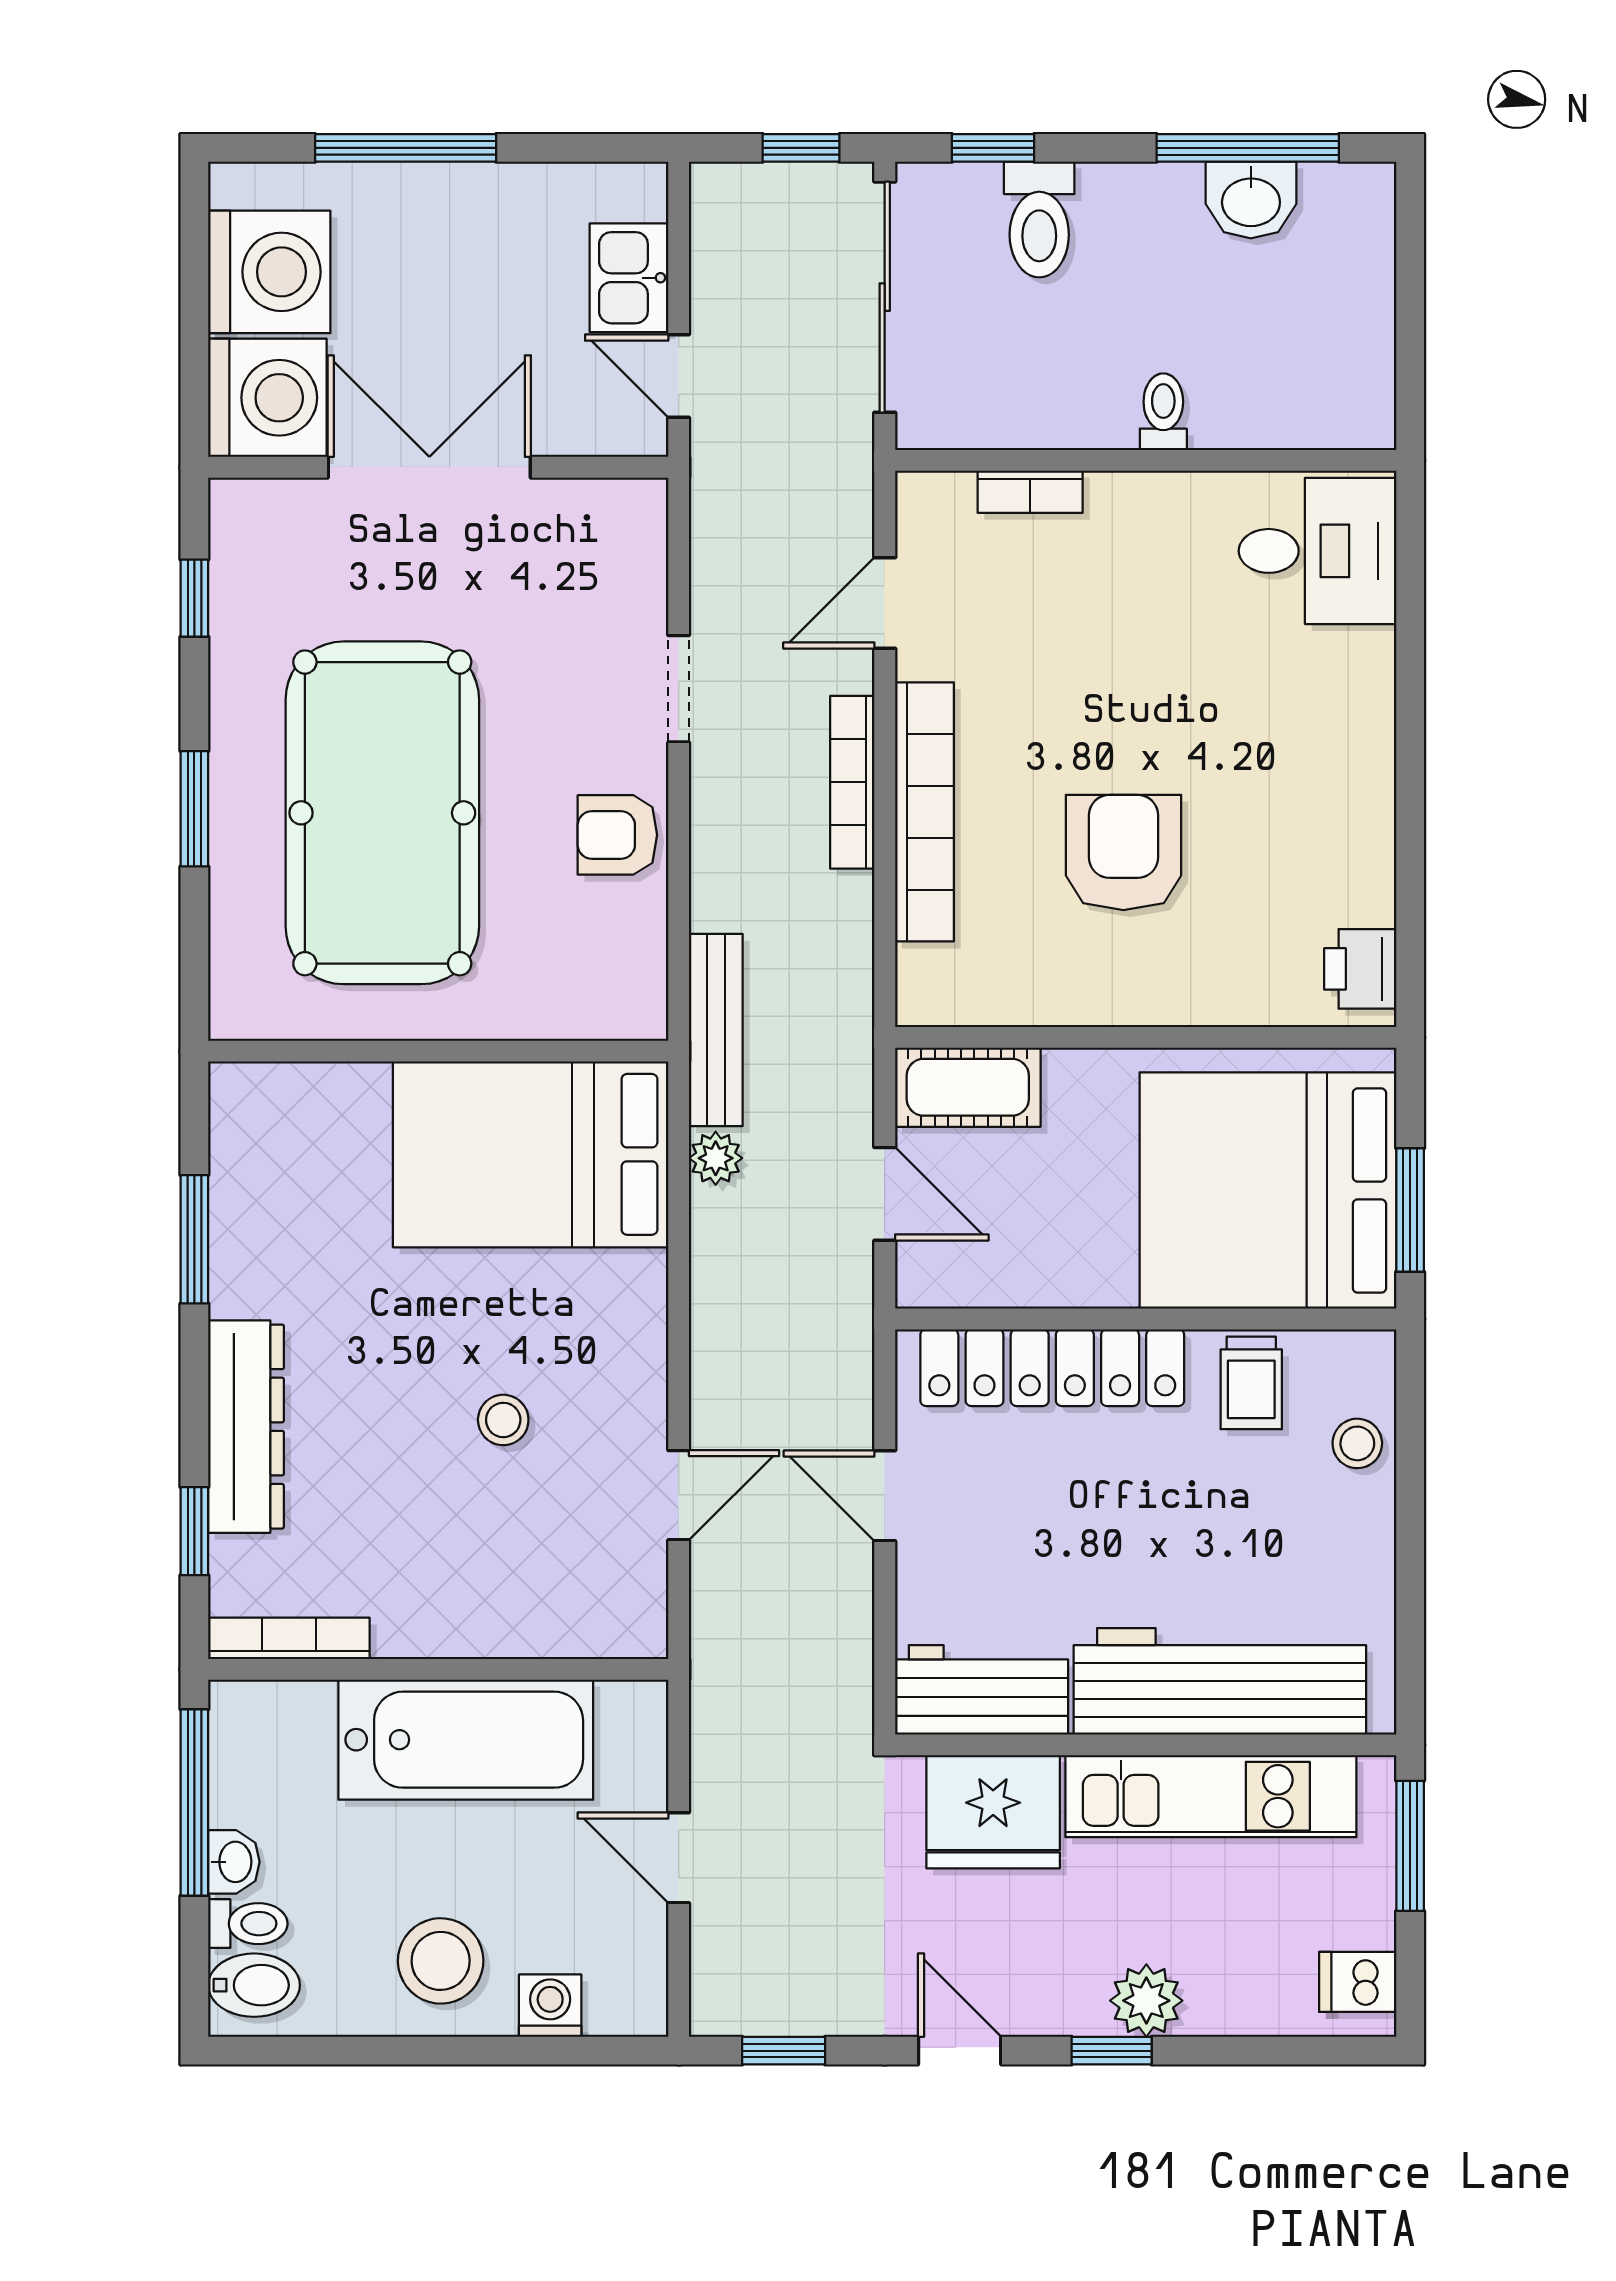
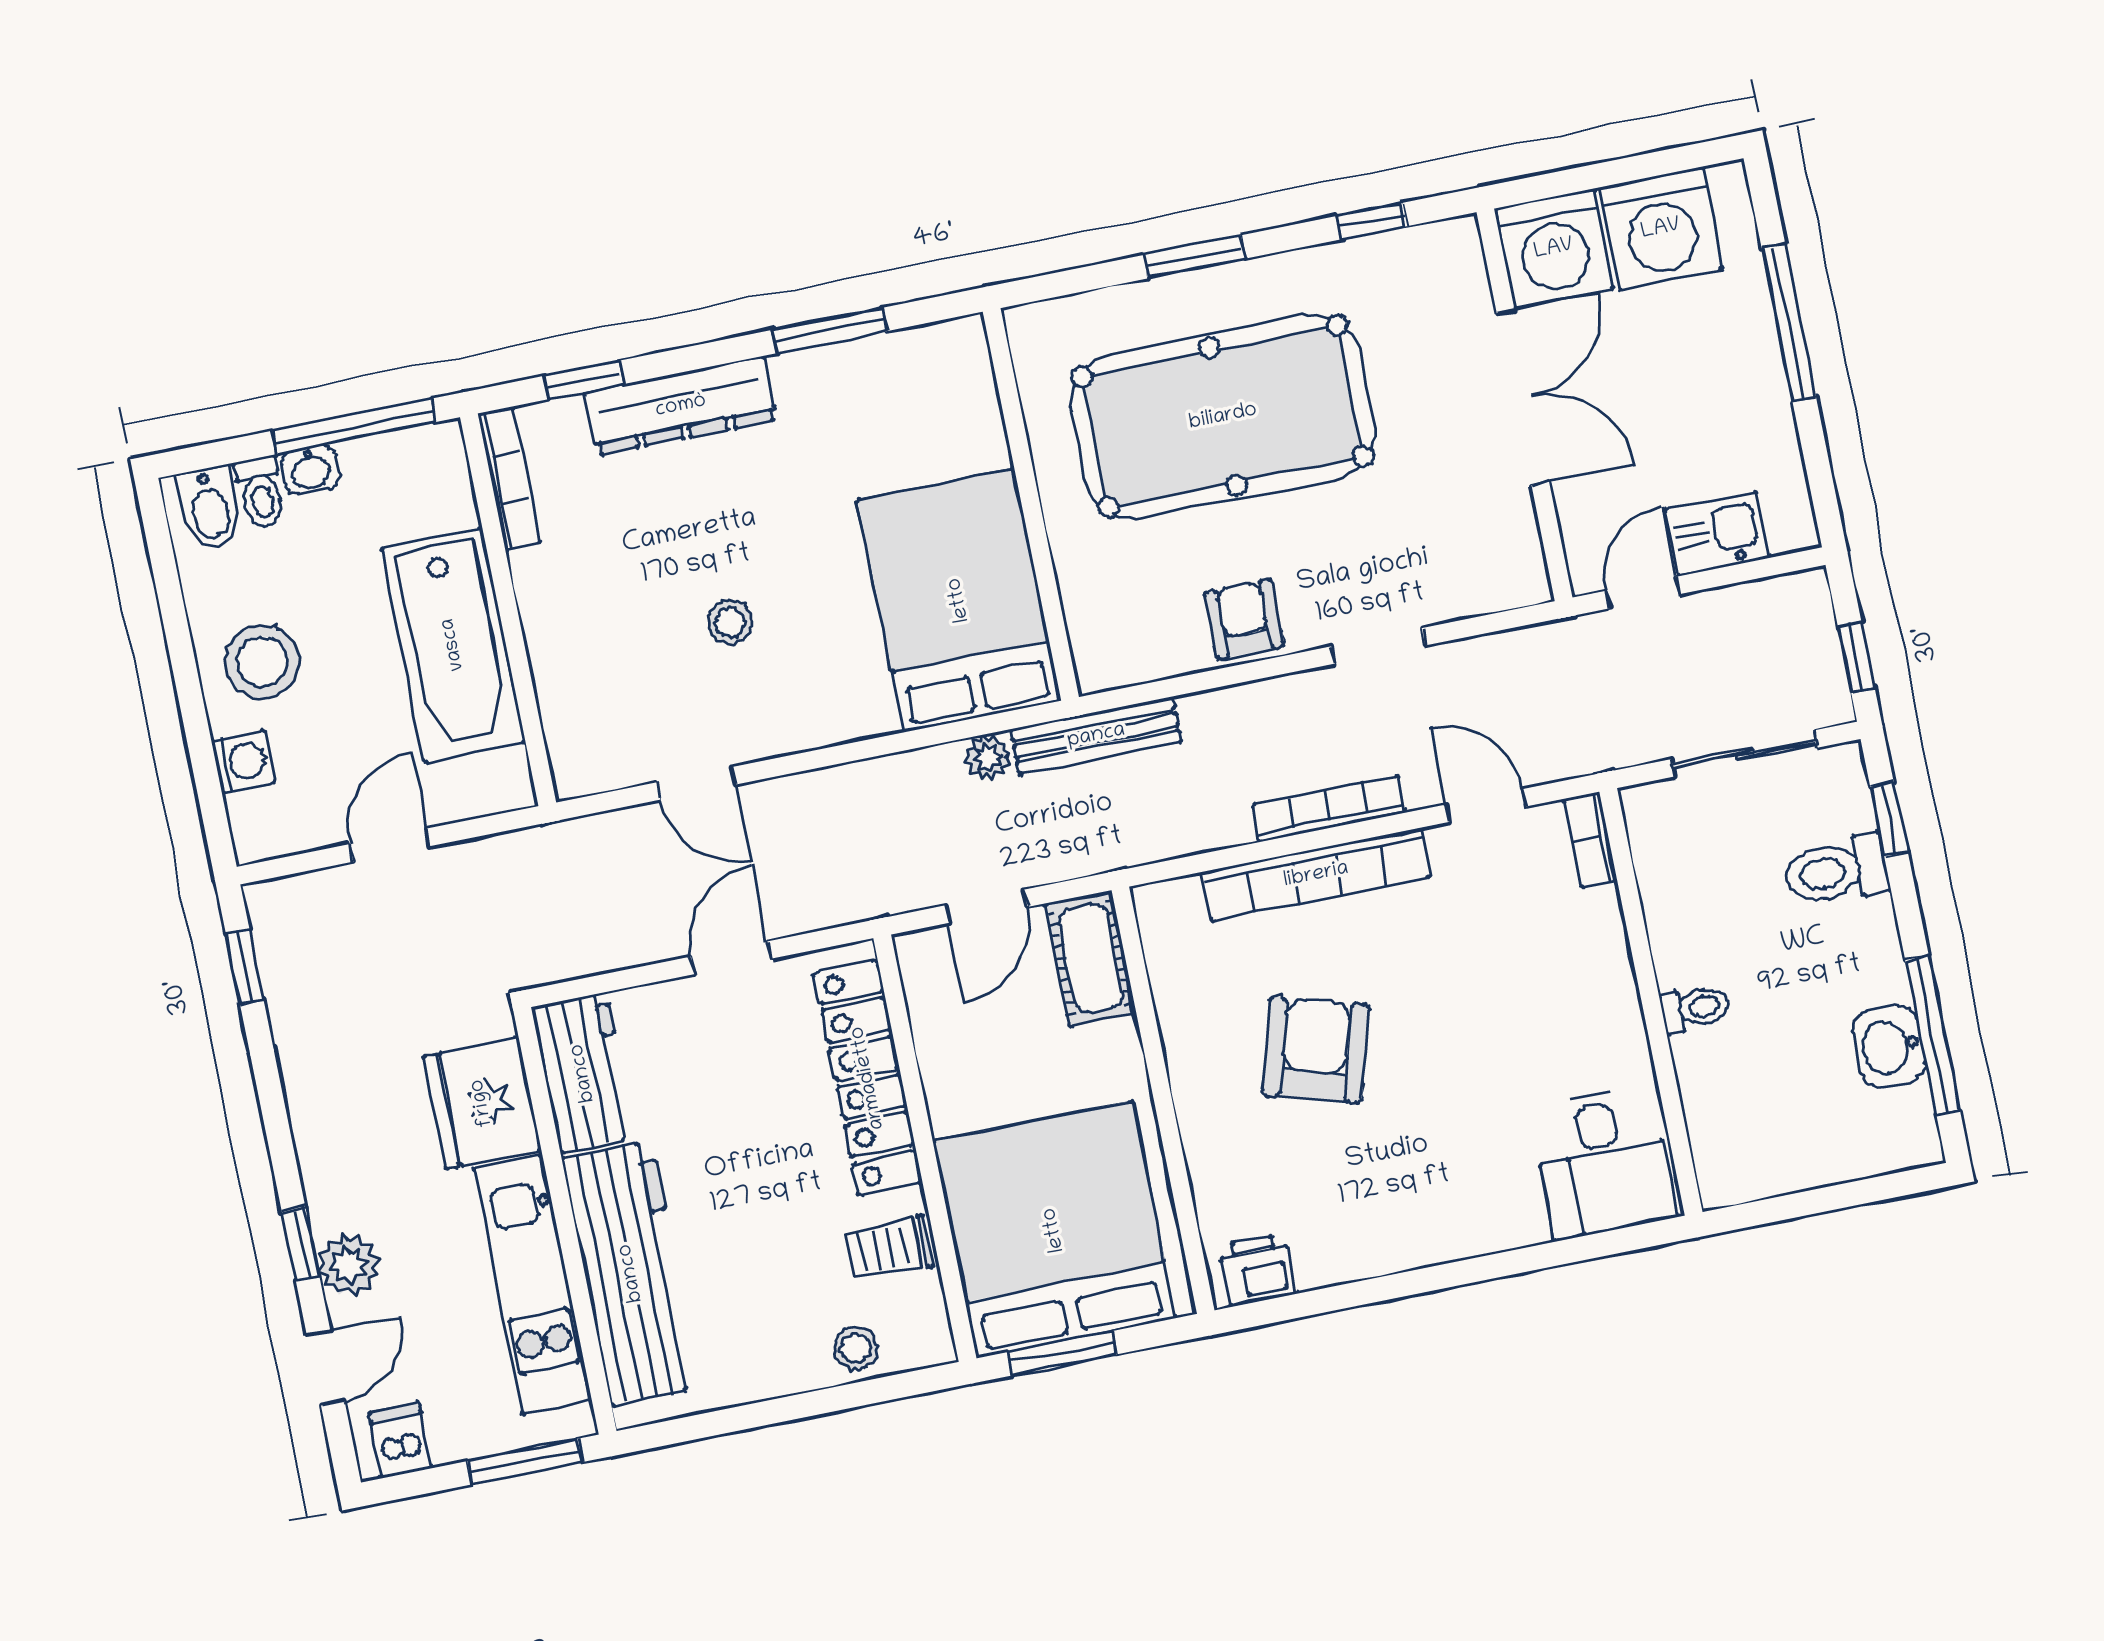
sliding door: (885, 297) -> (1744, 753), width x0.73
bookcase: (1030, 492) -> (1591, 840), moved
armchair: (1123, 852) -> (1316, 1050), turned -74
door: (960, 2051) -> (326, 1368), moved

